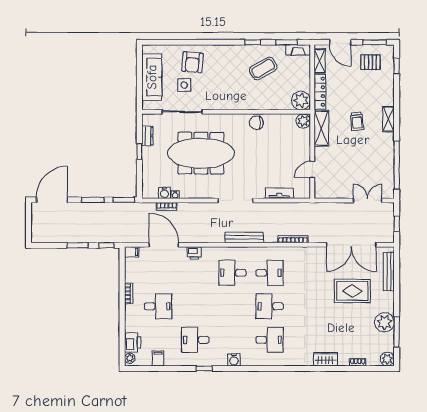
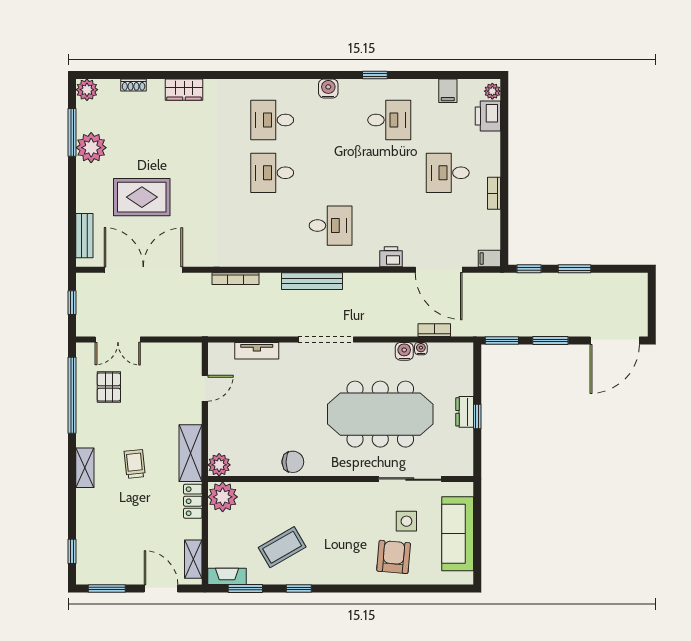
pallet: (370, 62) -> (109, 387), moved, turned 90
locker: (320, 92) -> (193, 501), width x0.66
dresser: (147, 136) -> (465, 412), moved
water cooler: (164, 193) -> (404, 351), moved
bench: (389, 272) -> (84, 236), width x0.73
desk: (270, 273) -> (272, 226), removed
desk: (270, 306) -> (272, 173), turned 180

